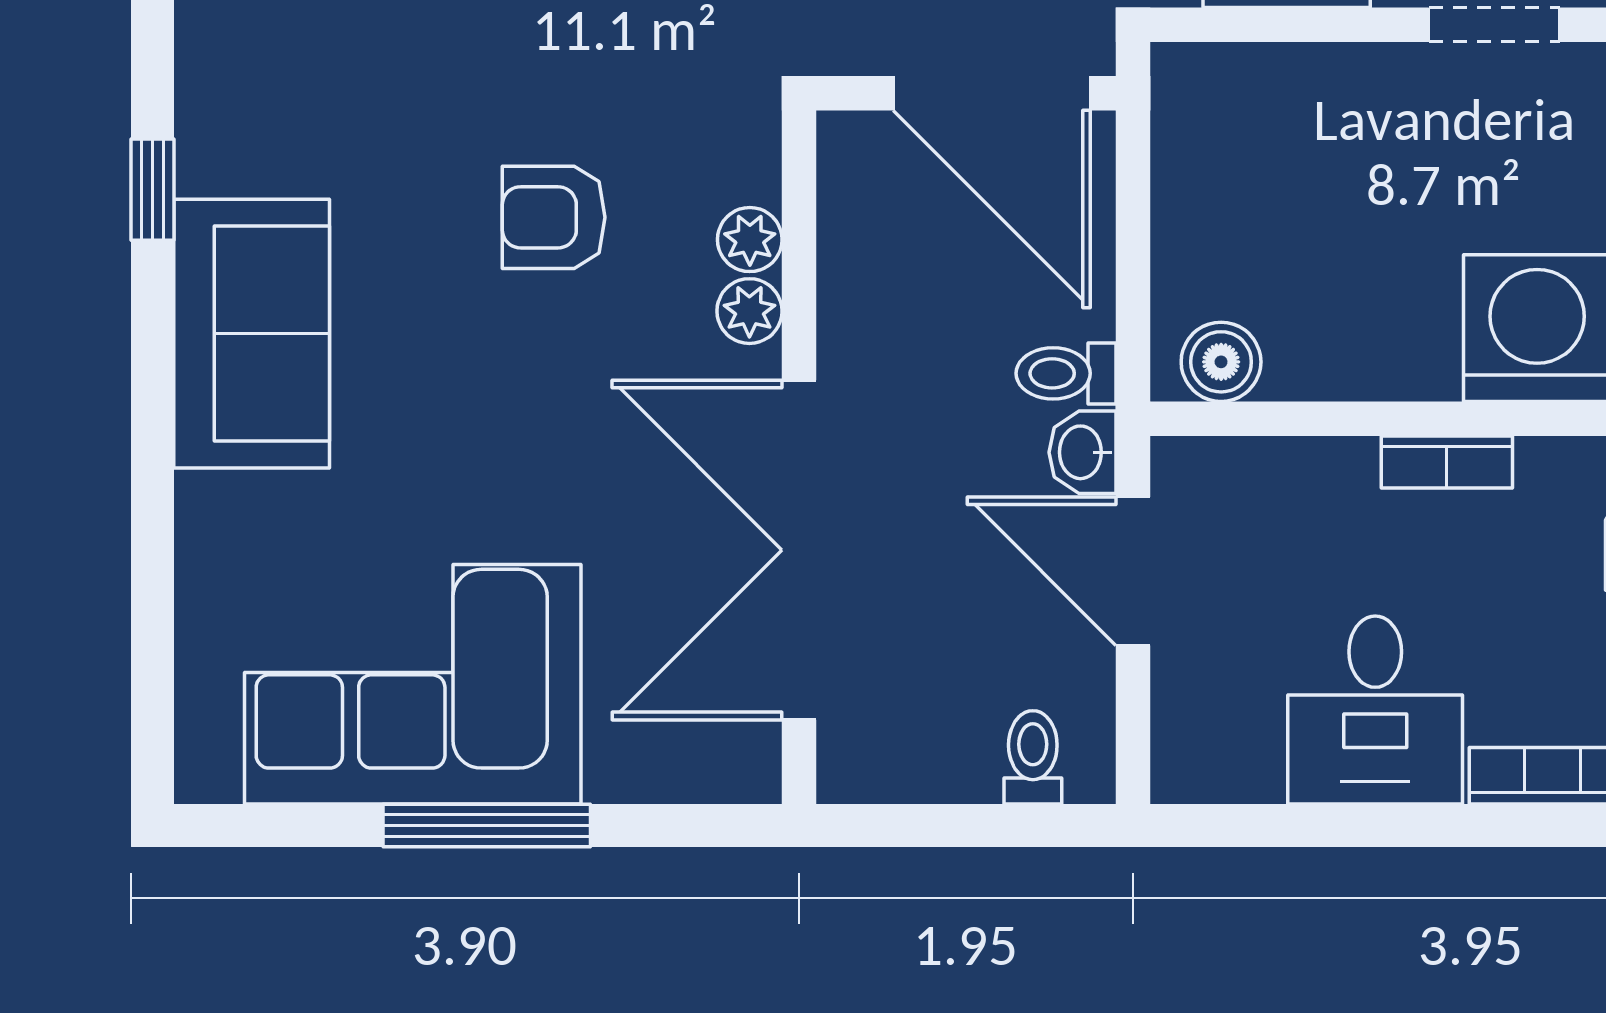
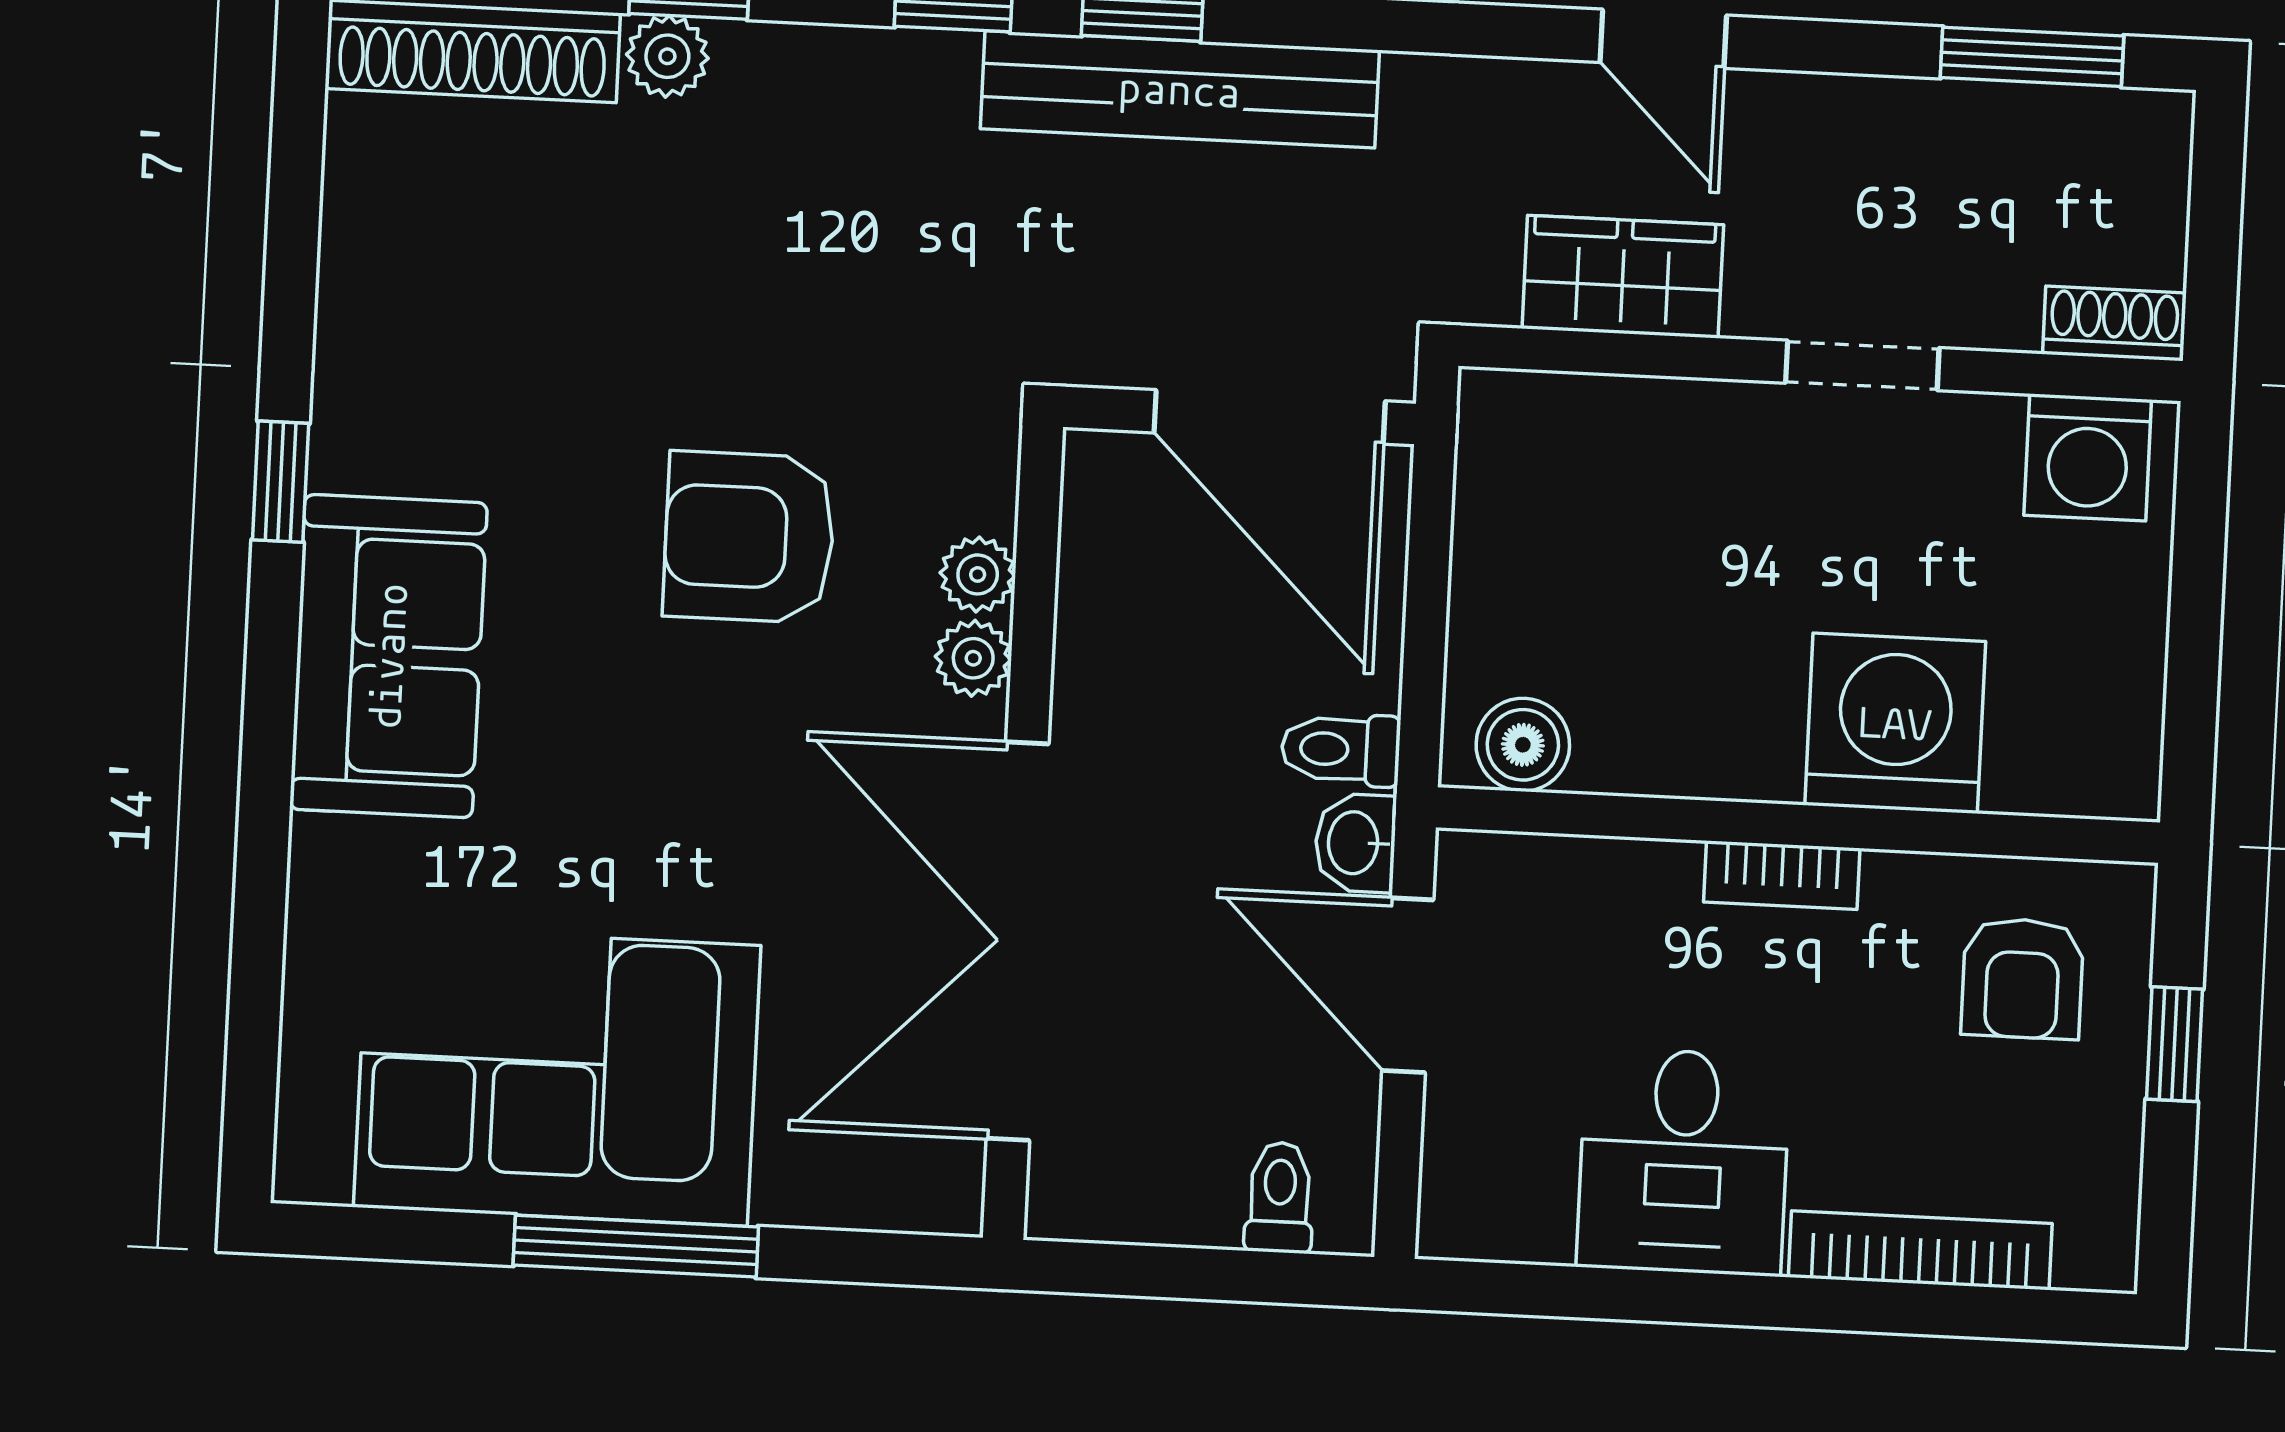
armchair: (554, 217) -> (749, 537), width x1.38, depth x1.38

